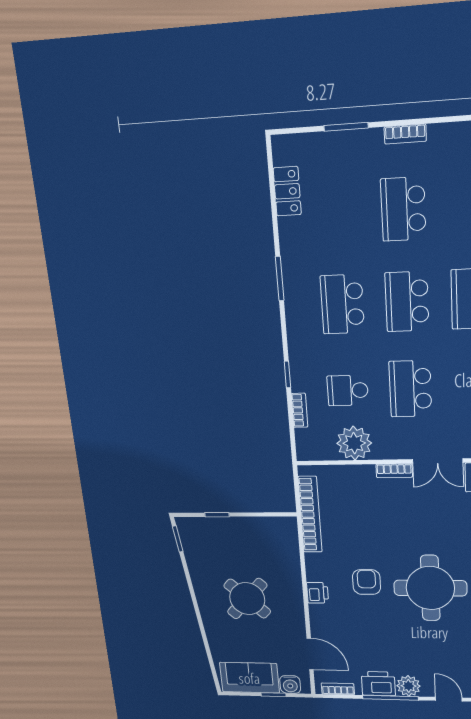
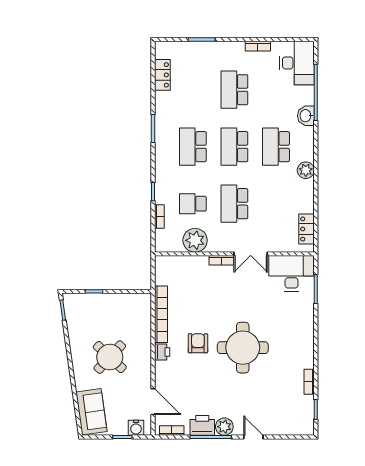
bookcase: (405, 134) -> (258, 46), moved
bookcase: (310, 515) -> (161, 314), moved
sofa: (249, 678) -> (91, 412), moved, turned 82

